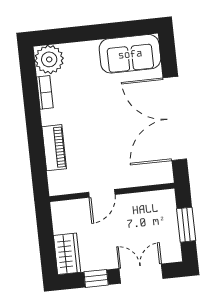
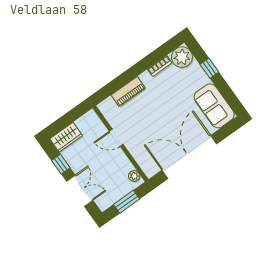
window: (81, 34) -> (209, 68), added
plant: (160, 198) -> (134, 176), added

